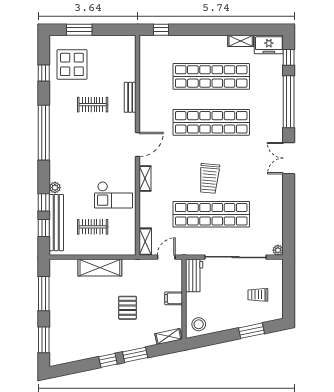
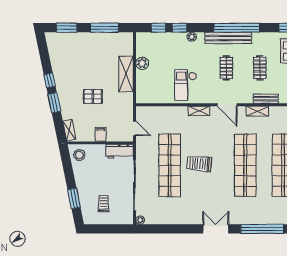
bench: (56, 223) -> (228, 38), moved
clothes rail: (93, 227) -> (226, 68), moved
shelving: (145, 242) -> (257, 111), moved
plant: (87, 248) -> (142, 63), added

